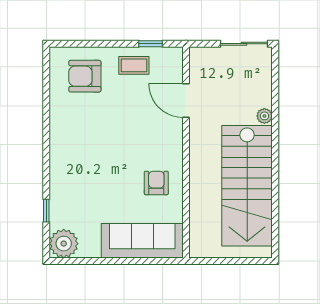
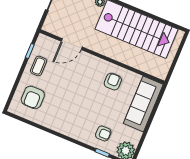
armchair: (156, 183) -> (113, 82), turned 90
armchair: (75, 200) -> (103, 133), added

